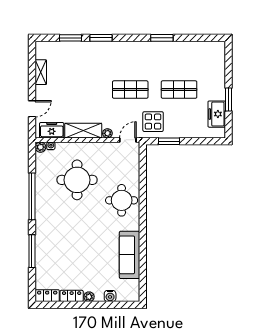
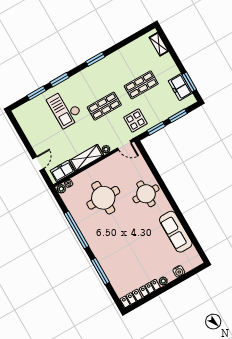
window: (162, 38) -> (95, 59), moved
checkout: (90, 70) -> (65, 109), added
shelving: (41, 72) -> (159, 44), moved
window: (228, 99) -> (189, 82), moved
door: (128, 140) -> (124, 145), swing flipped
window: (198, 141) -> (178, 116), added

